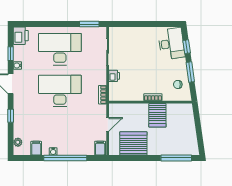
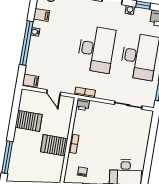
printer: (114, 76) -> (83, 104), moved
server rack: (133, 143) -> (29, 121), width x0.62

